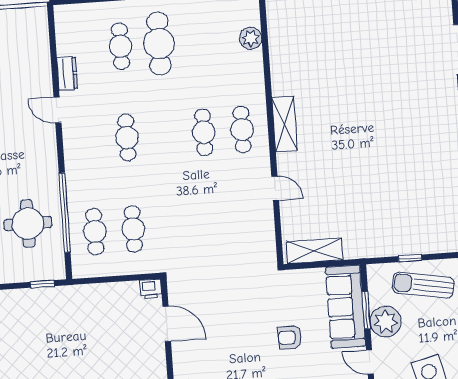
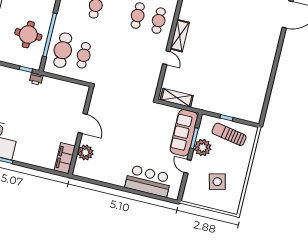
shelving: (285, 124) -> (180, 36), moved
cafe table: (95, 232) -> (63, 50), width x1.37, depth x1.35
printer: (151, 289) -> (36, 79), moved
door: (167, 324) -> (83, 123), moved
armchair: (290, 338) -> (149, 140), removed

